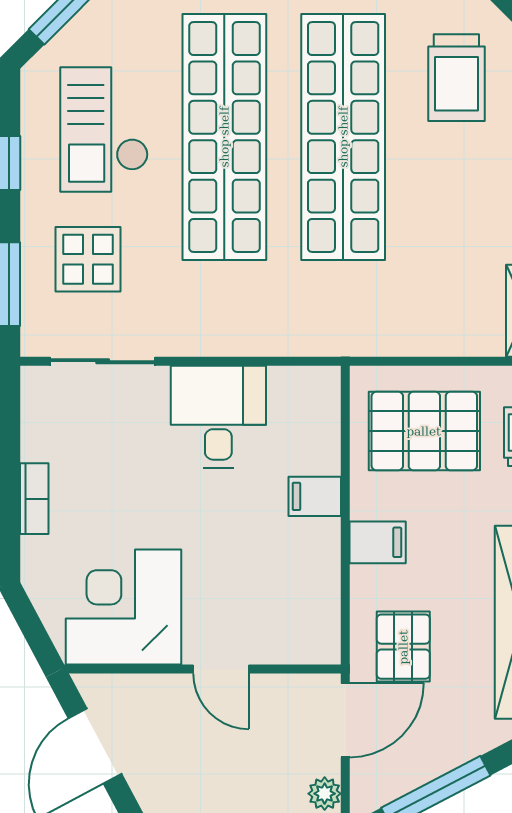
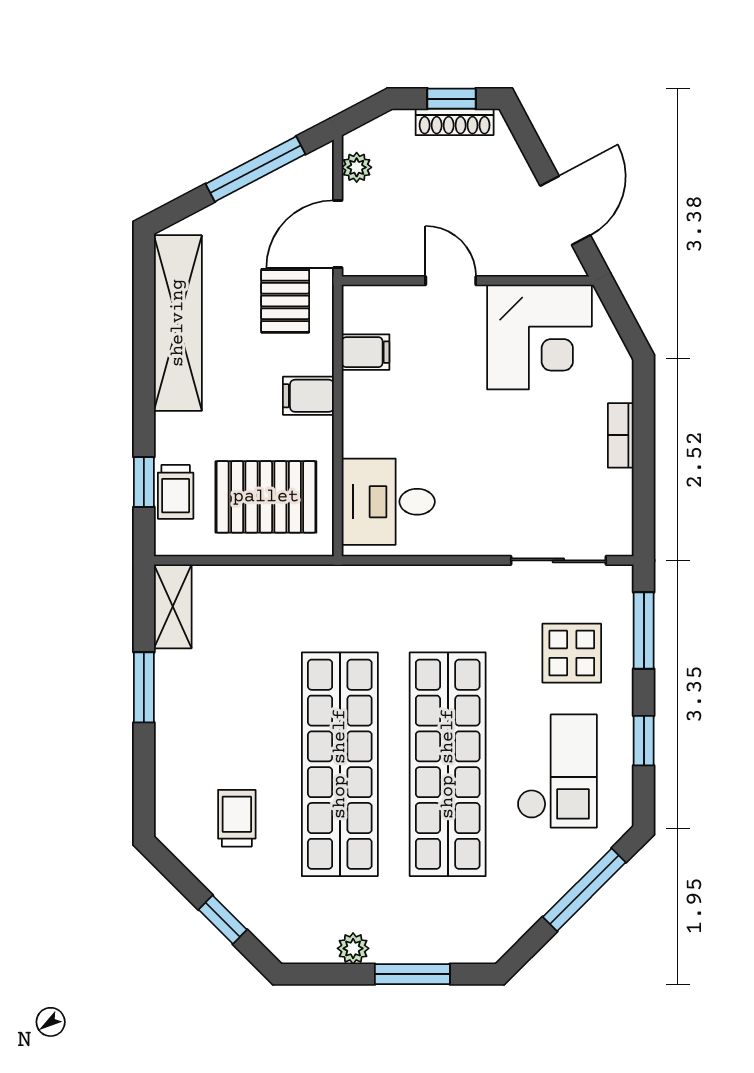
trolley: (456, 78) -> (237, 818), width x0.73, depth x0.72
desk: (218, 417) -> (388, 502), moved, turned 90
filing cabinet: (315, 496) -> (366, 352), moved

